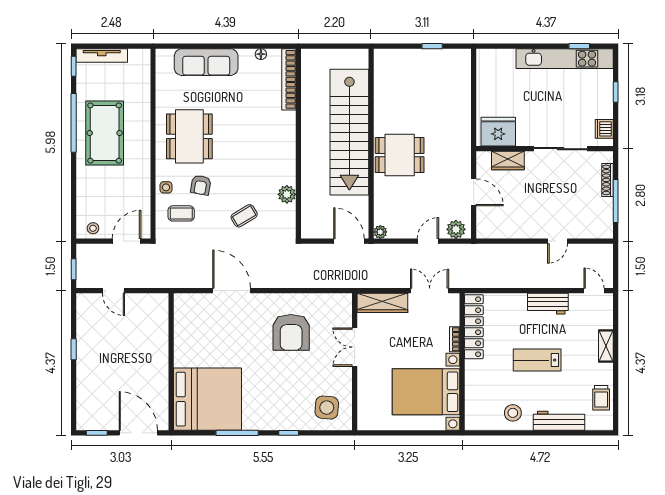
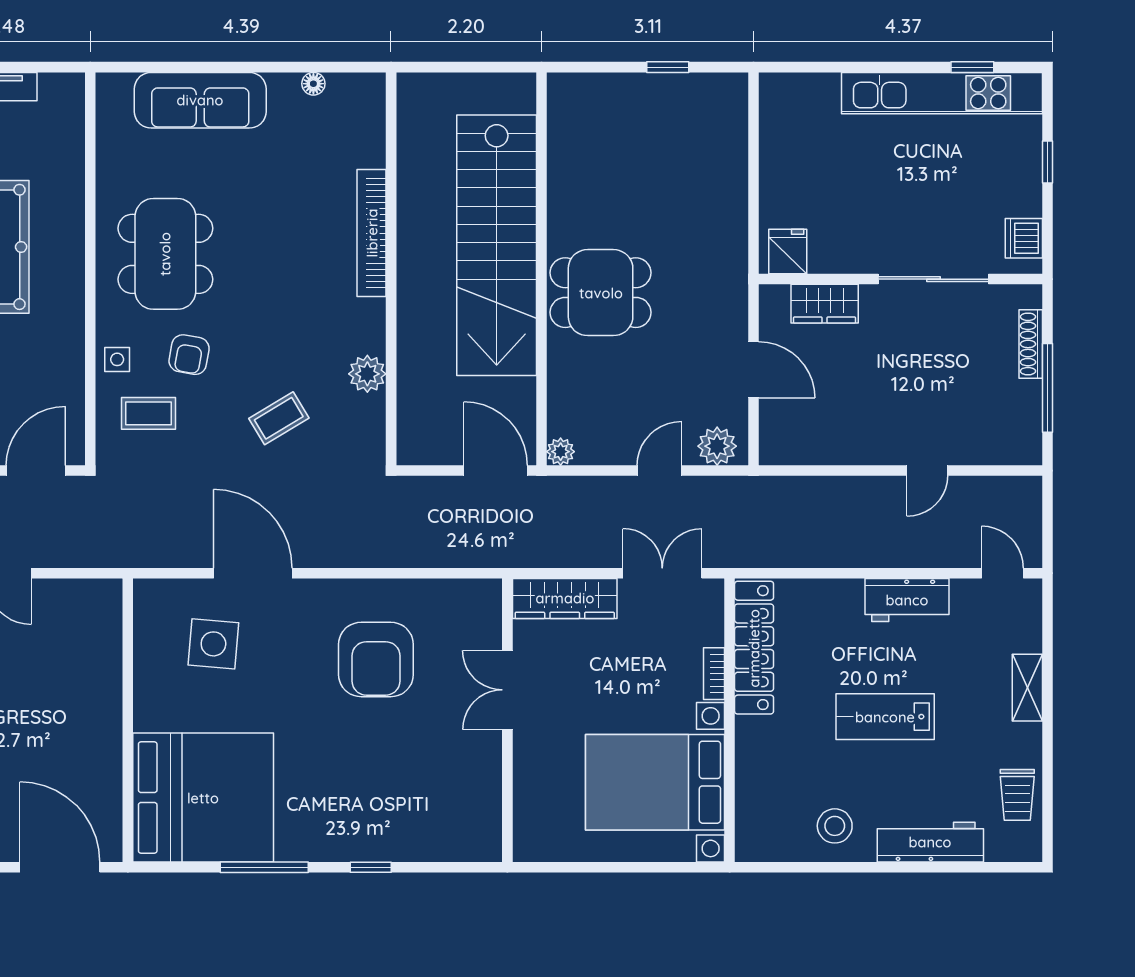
bookcase: (289, 79) -> (372, 233), moved
fridge: (498, 132) -> (788, 252), width x0.53, depth x0.75
side table: (327, 408) -> (213, 644), moved

